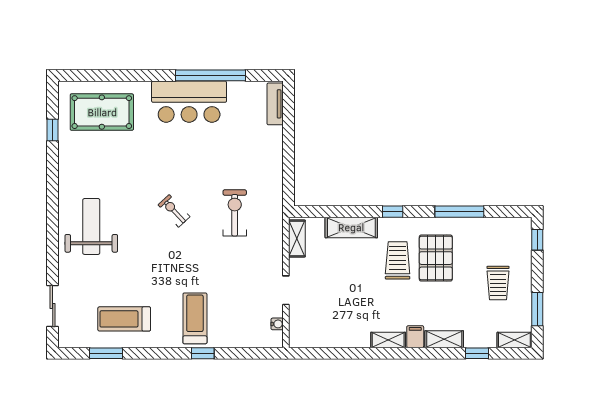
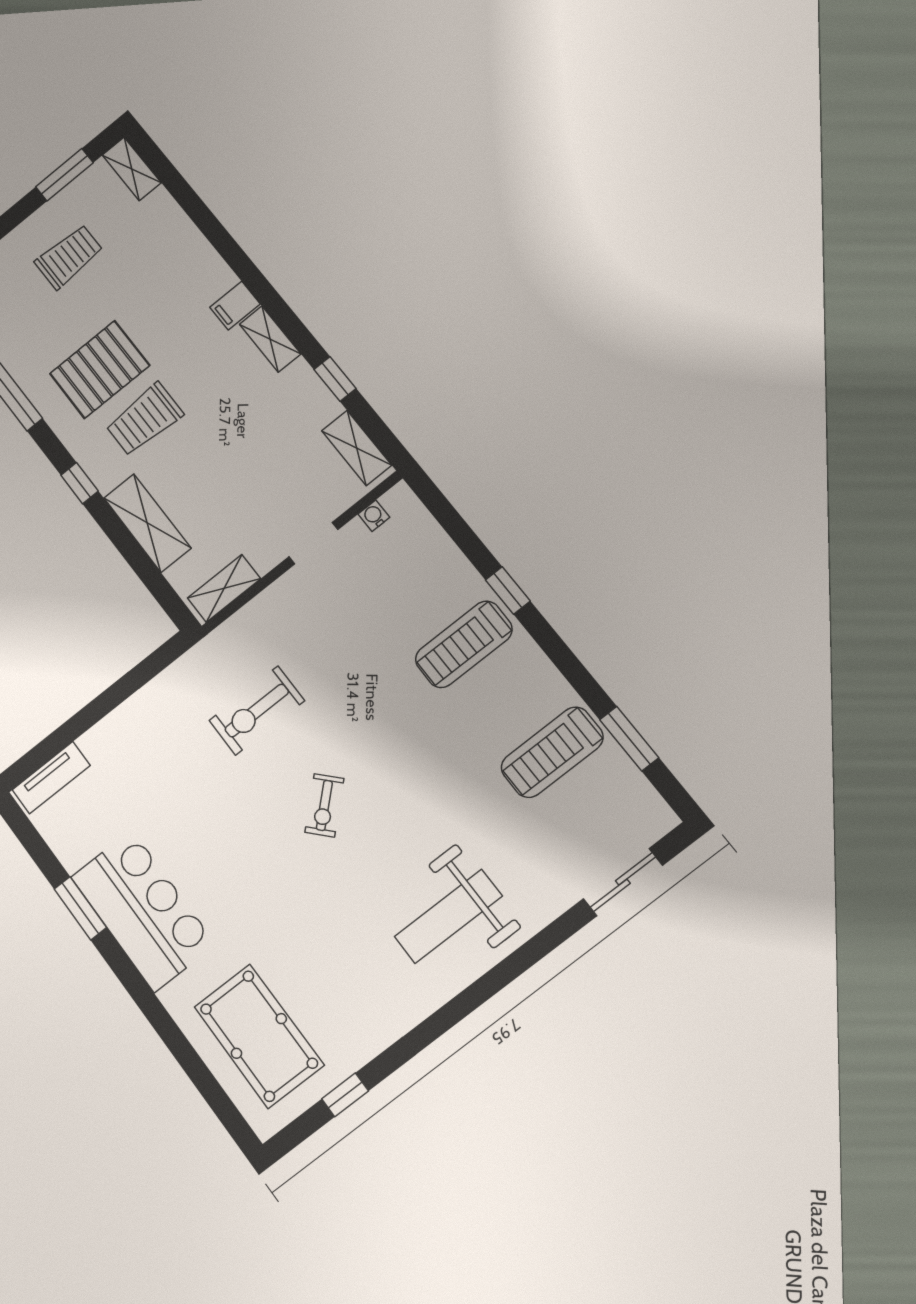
window: (210, 75) -> (80, 908), width x0.47
treadmill: (124, 319) -> (552, 752), turned 90
shelving: (444, 339) -> (357, 448), moved
window: (477, 353) -> (335, 379), moved

